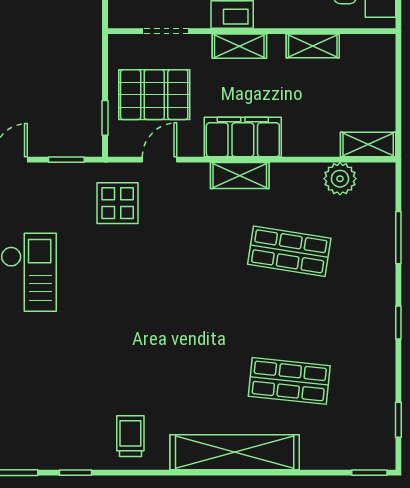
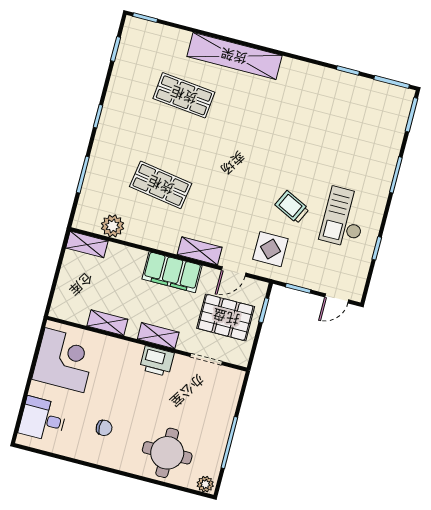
shelving: (240, 176) -> (200, 251), moved
trolley: (130, 436) -> (292, 207), moved, turned 116

